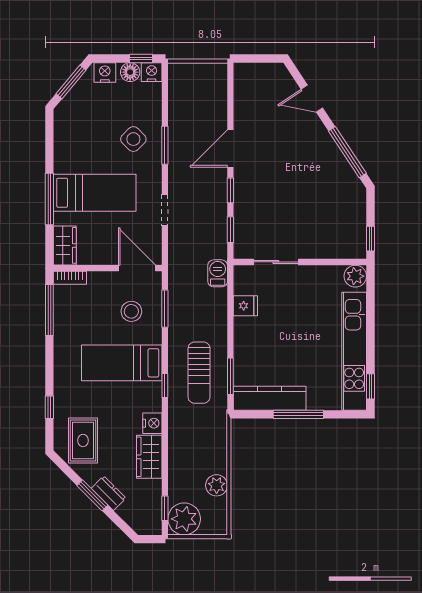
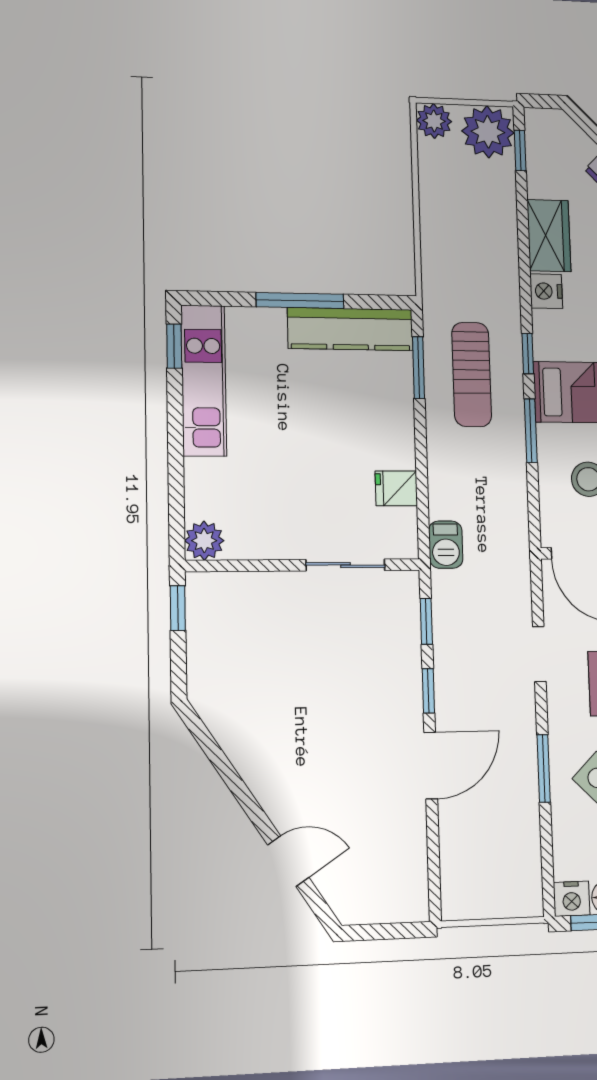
window: (347, 152) -> (222, 765), removed
window: (165, 309) -> (531, 431), moved
kitchen unit: (354, 351) -> (204, 380), width x0.73
sun lounger: (199, 373) -> (472, 374), turned 180
plant: (217, 485) -> (434, 121), moved

